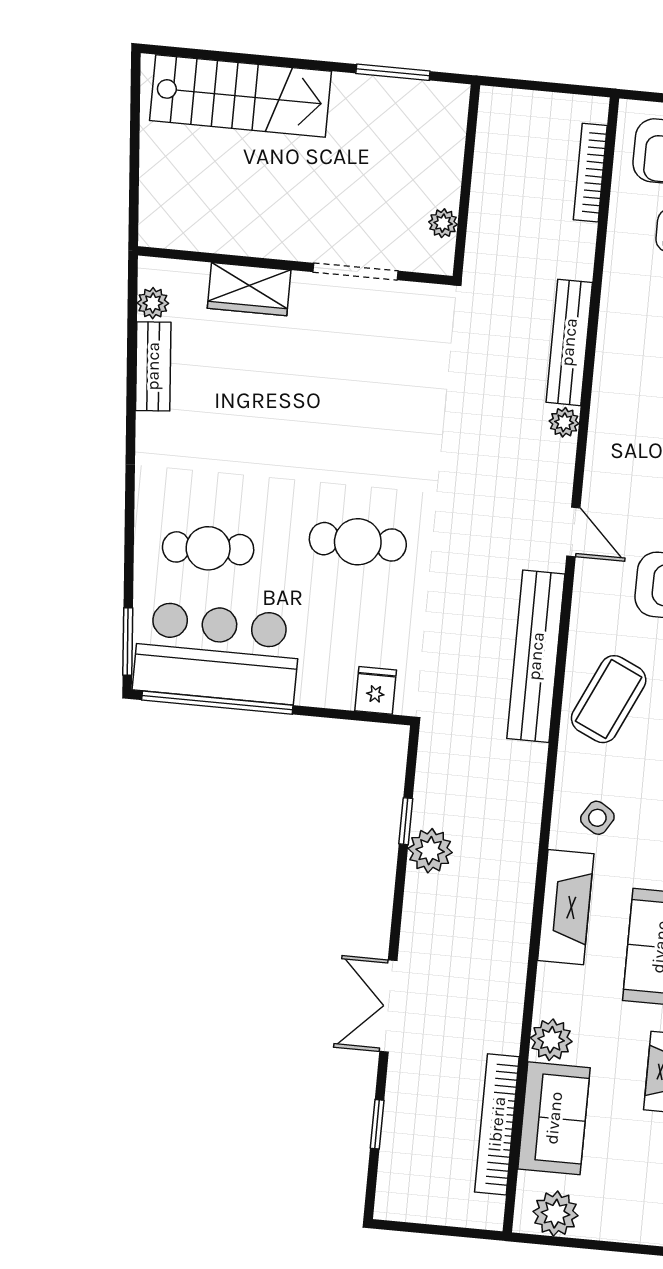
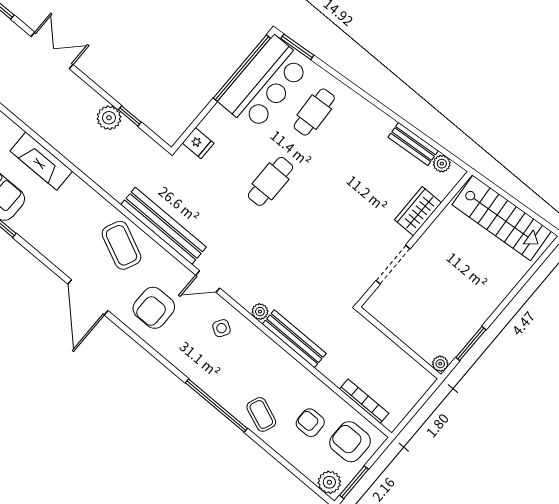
stairs: (241, 96) -> (502, 218), moved, turned -95
plant: (443, 223) -> (440, 364), moved
side table: (597, 818) -> (221, 328), moved

